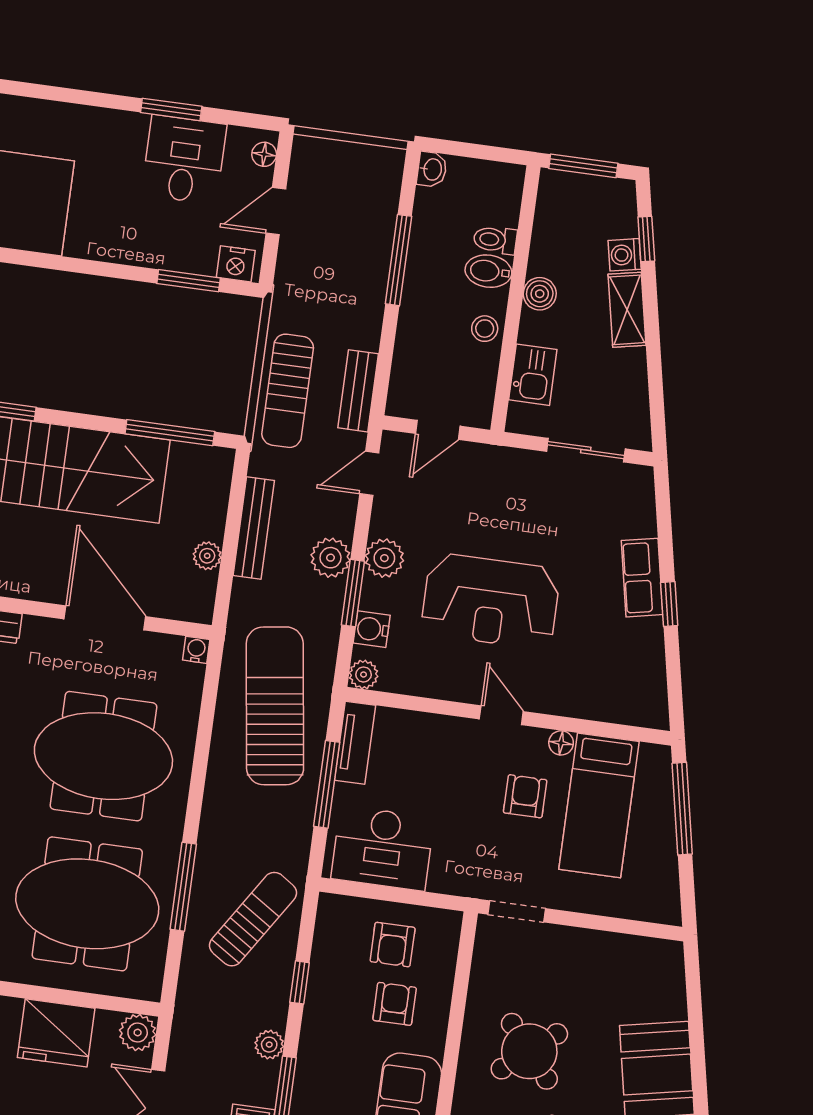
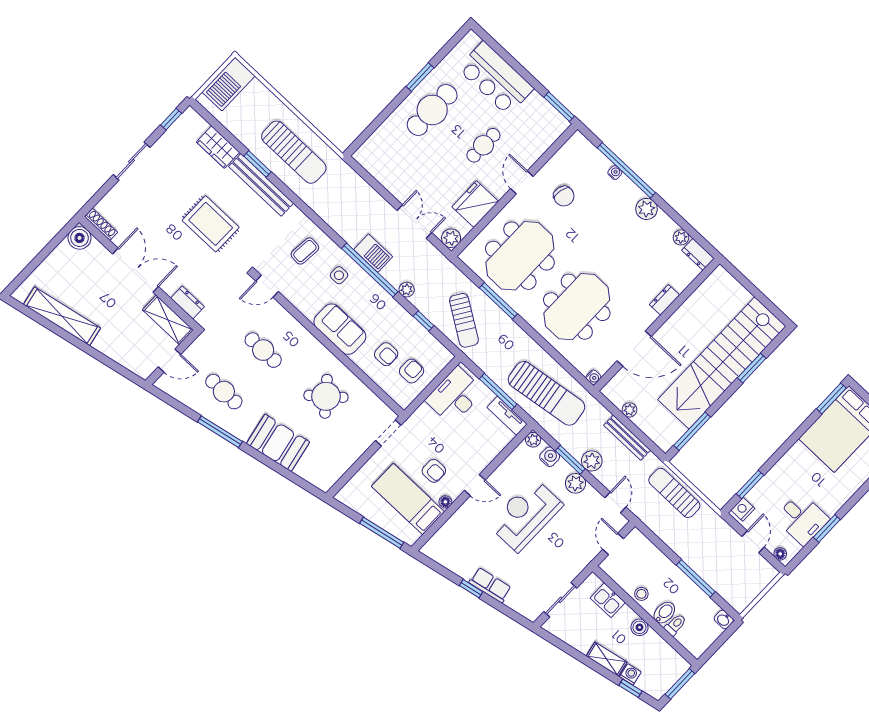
bench: (358, 391) -> (653, 522), removed
armchair: (393, 945) -> (412, 371), turned 90

